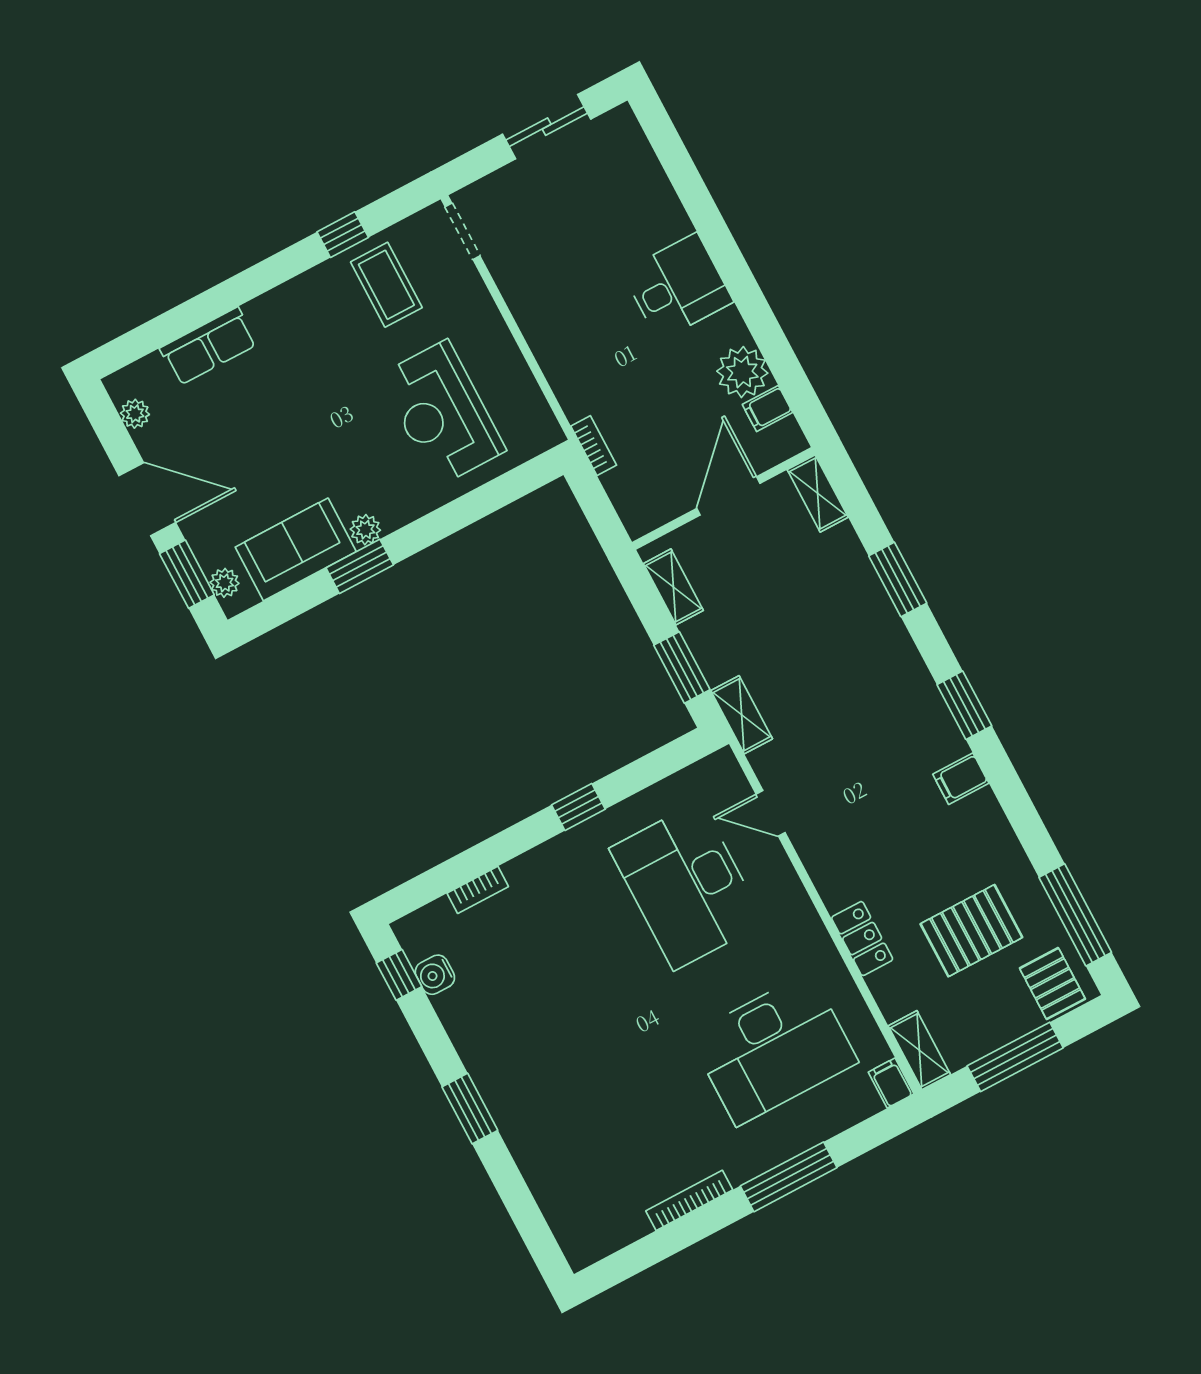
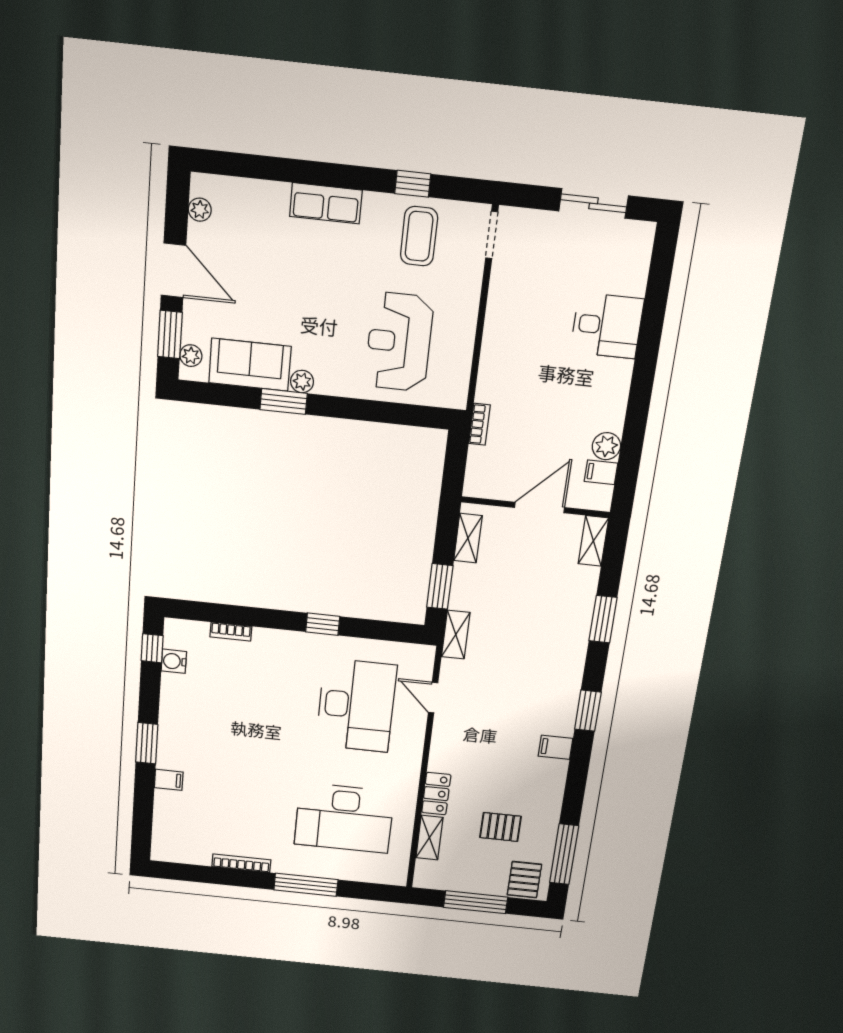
desk: (678, 287) -> (607, 326), moved
row of seats: (209, 346) -> (326, 203), moved
plant: (742, 372) -> (606, 446), width x0.73, depth x0.73
desk: (687, 886) -> (356, 705), turned 180
pallet: (971, 931) -> (501, 827), width x0.67, depth x0.71
shelving: (919, 1050) -> (429, 838), moved
filing cabinet: (891, 1083) -> (169, 780), moved, turned 90

